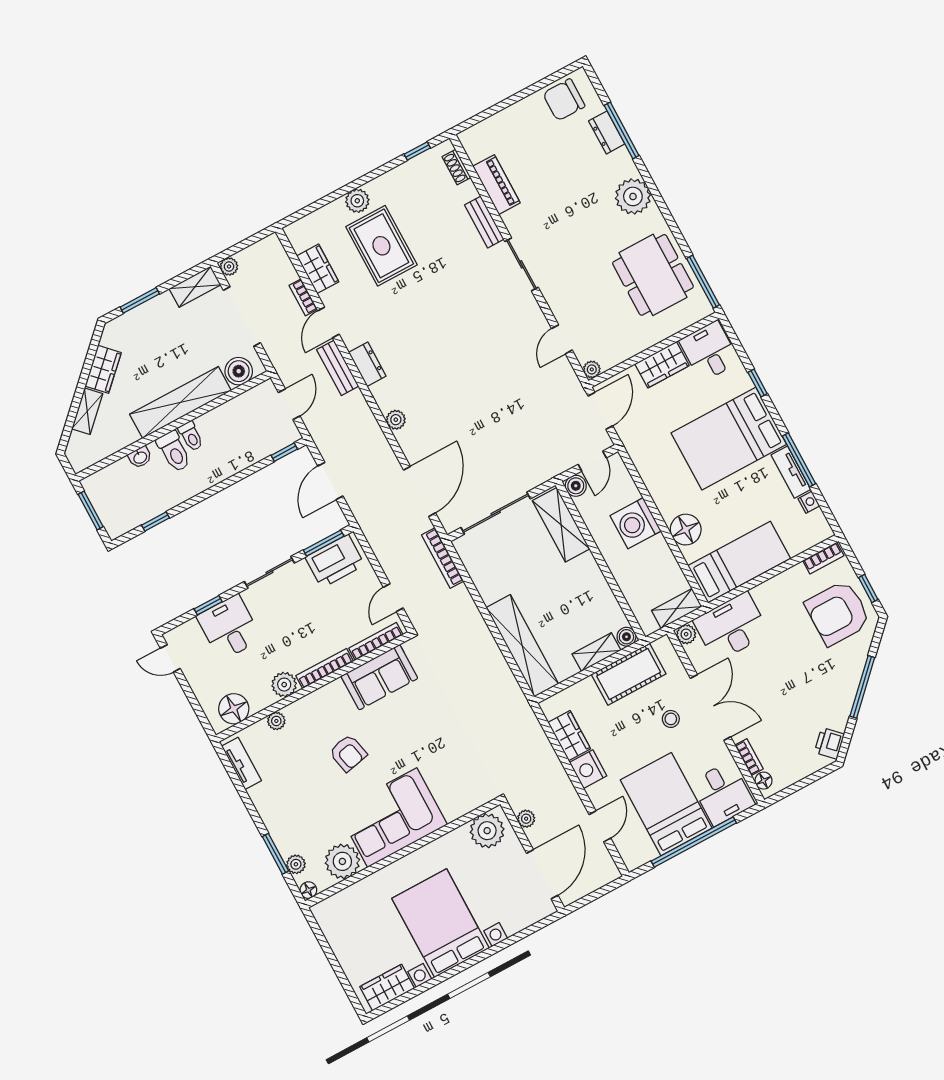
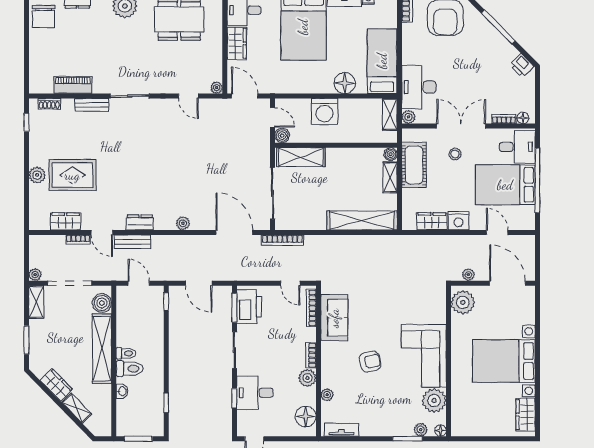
bookcase: (325, 669) -> (311, 355), width x0.64

